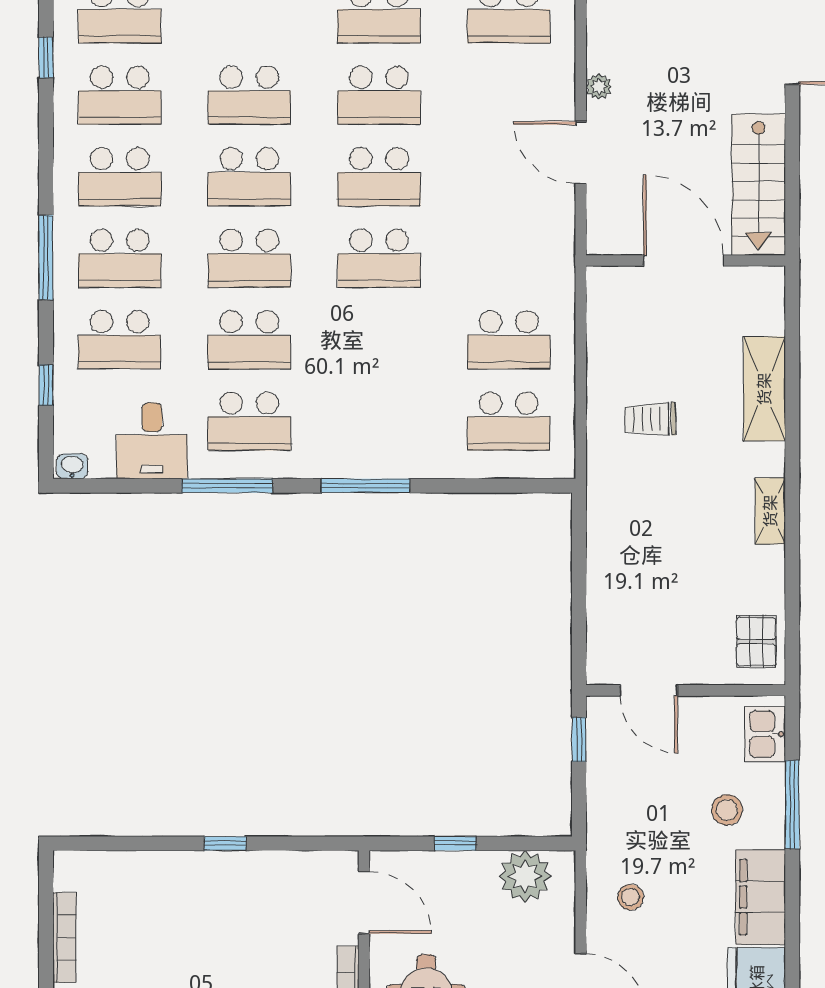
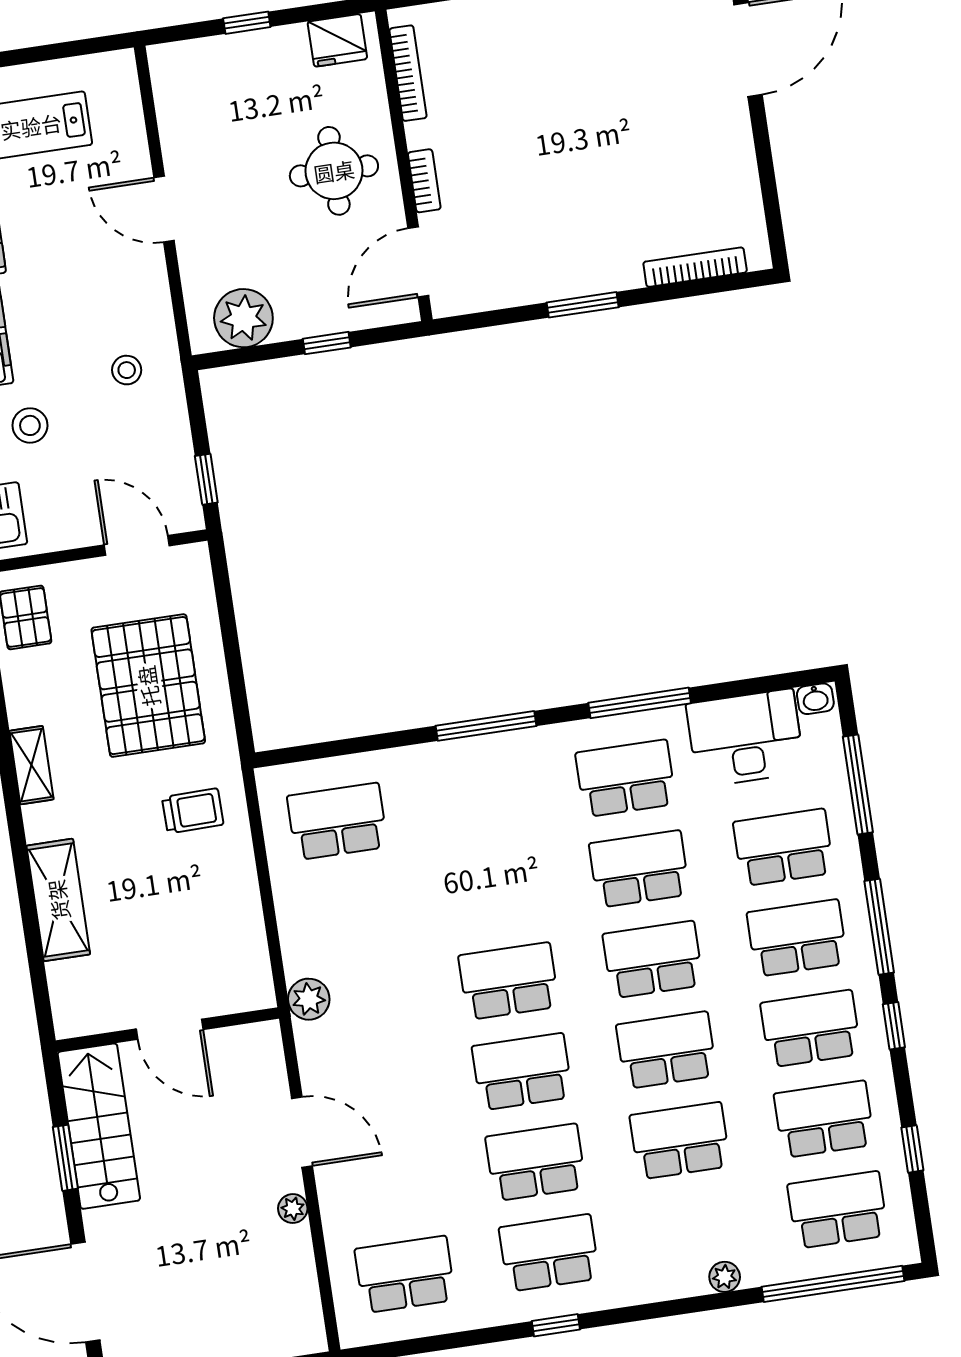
window: (792, 161) -> (65, 1158), added
window: (46, 168) -> (894, 1026), added
door: (684, 261) -> (170, 1029), width x0.73
plant: (557, 269) -> (309, 999), added
school desk: (509, 340) -> (351, 912), removed
window: (46, 385) -> (858, 785), width x2.17
trolley: (650, 419) -> (193, 811), moved
desk: (152, 441) -> (745, 738), width x1.37
pallet: (657, 566) -> (148, 686), added
window: (225, 843) -> (583, 305), width x1.50
stool: (631, 897) -> (127, 370), moved
door: (364, 903) -> (418, 262), hinge flipped
bookcase: (64, 937) -> (695, 267), moved, turned 90

